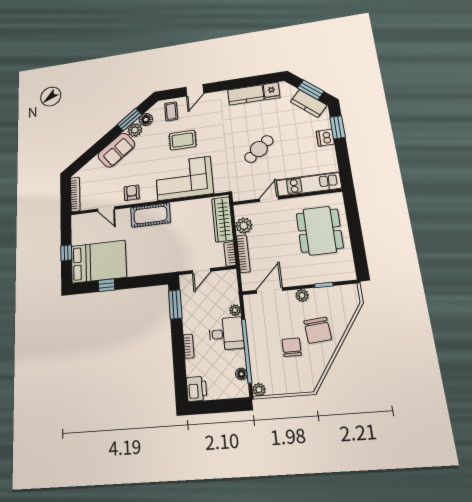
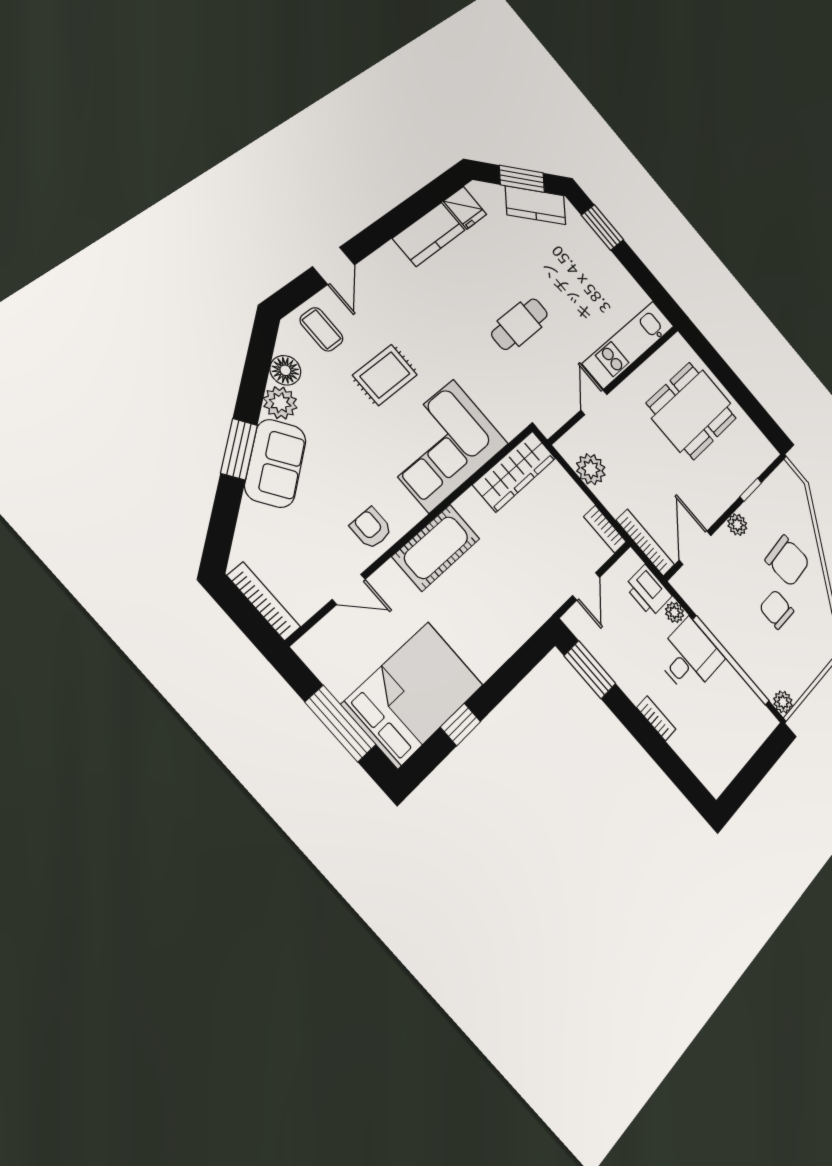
window: (130, 120) -> (239, 449), moved
dishwasher: (325, 138) -> (598, 254), removed
cafe table: (259, 149) -> (520, 324), turned 40
wardrobe: (222, 219) -> (514, 471), moved, turned -90
dining table: (320, 231) -> (692, 411), turned 90
window: (66, 253) -> (341, 723), width x2.17
bookcase: (243, 254) -> (645, 542), moved
floor lamp: (241, 374) -> (749, 699), removed
printer: (197, 389) -> (648, 591), moved, turned 180

